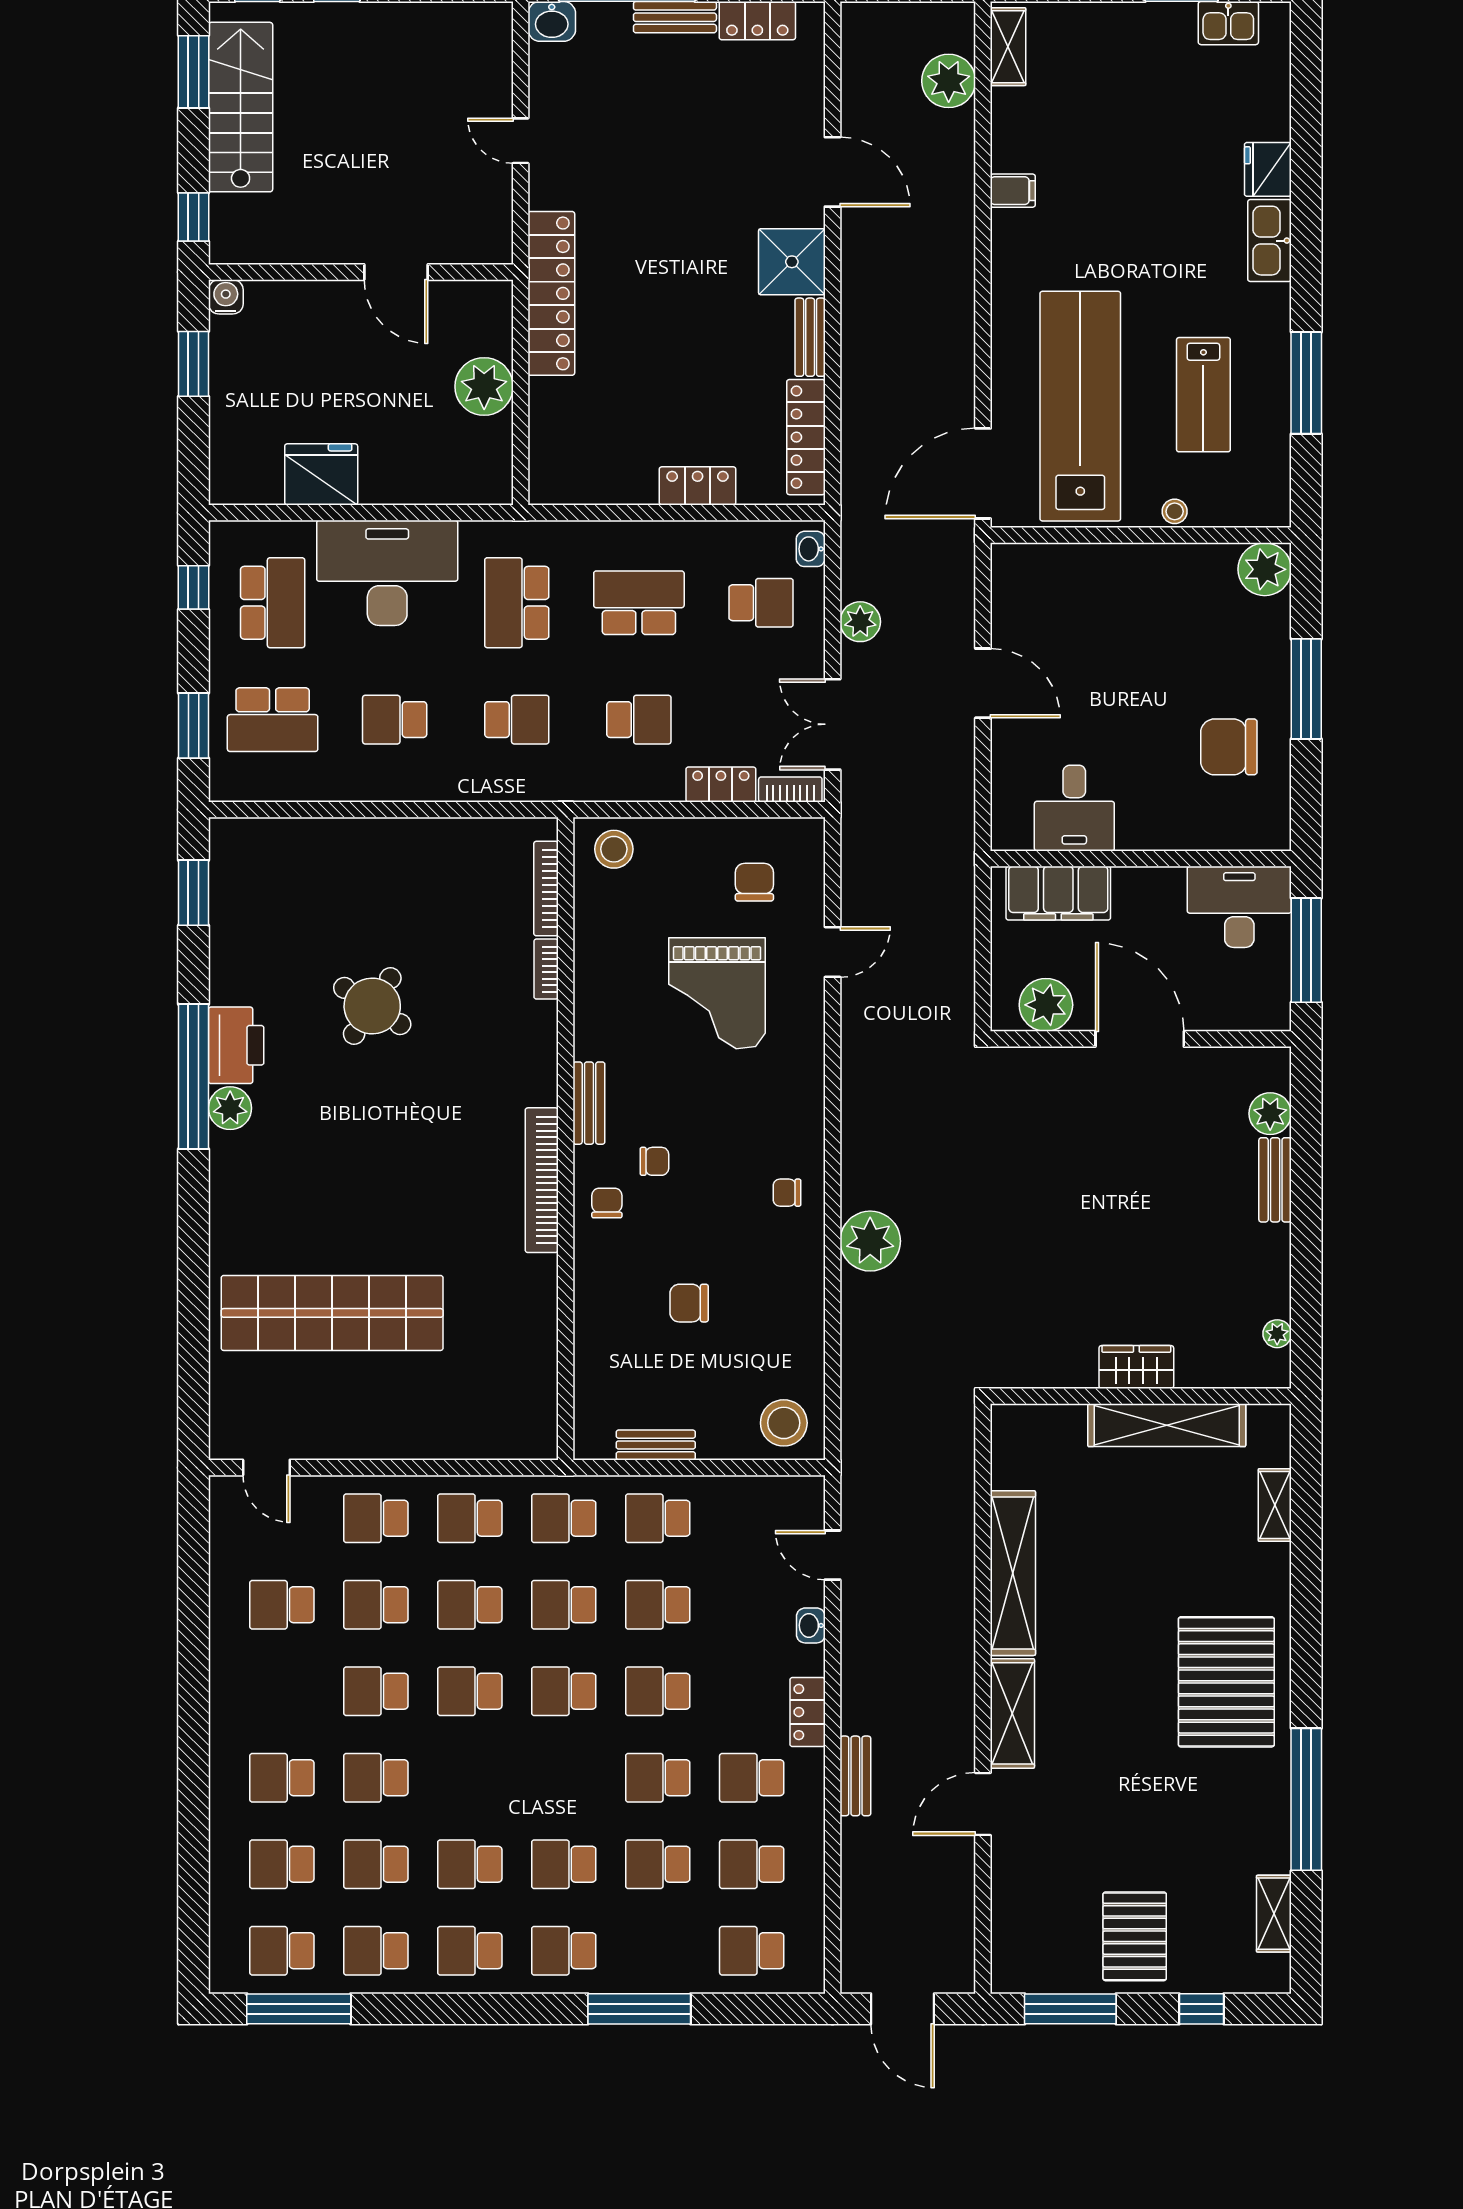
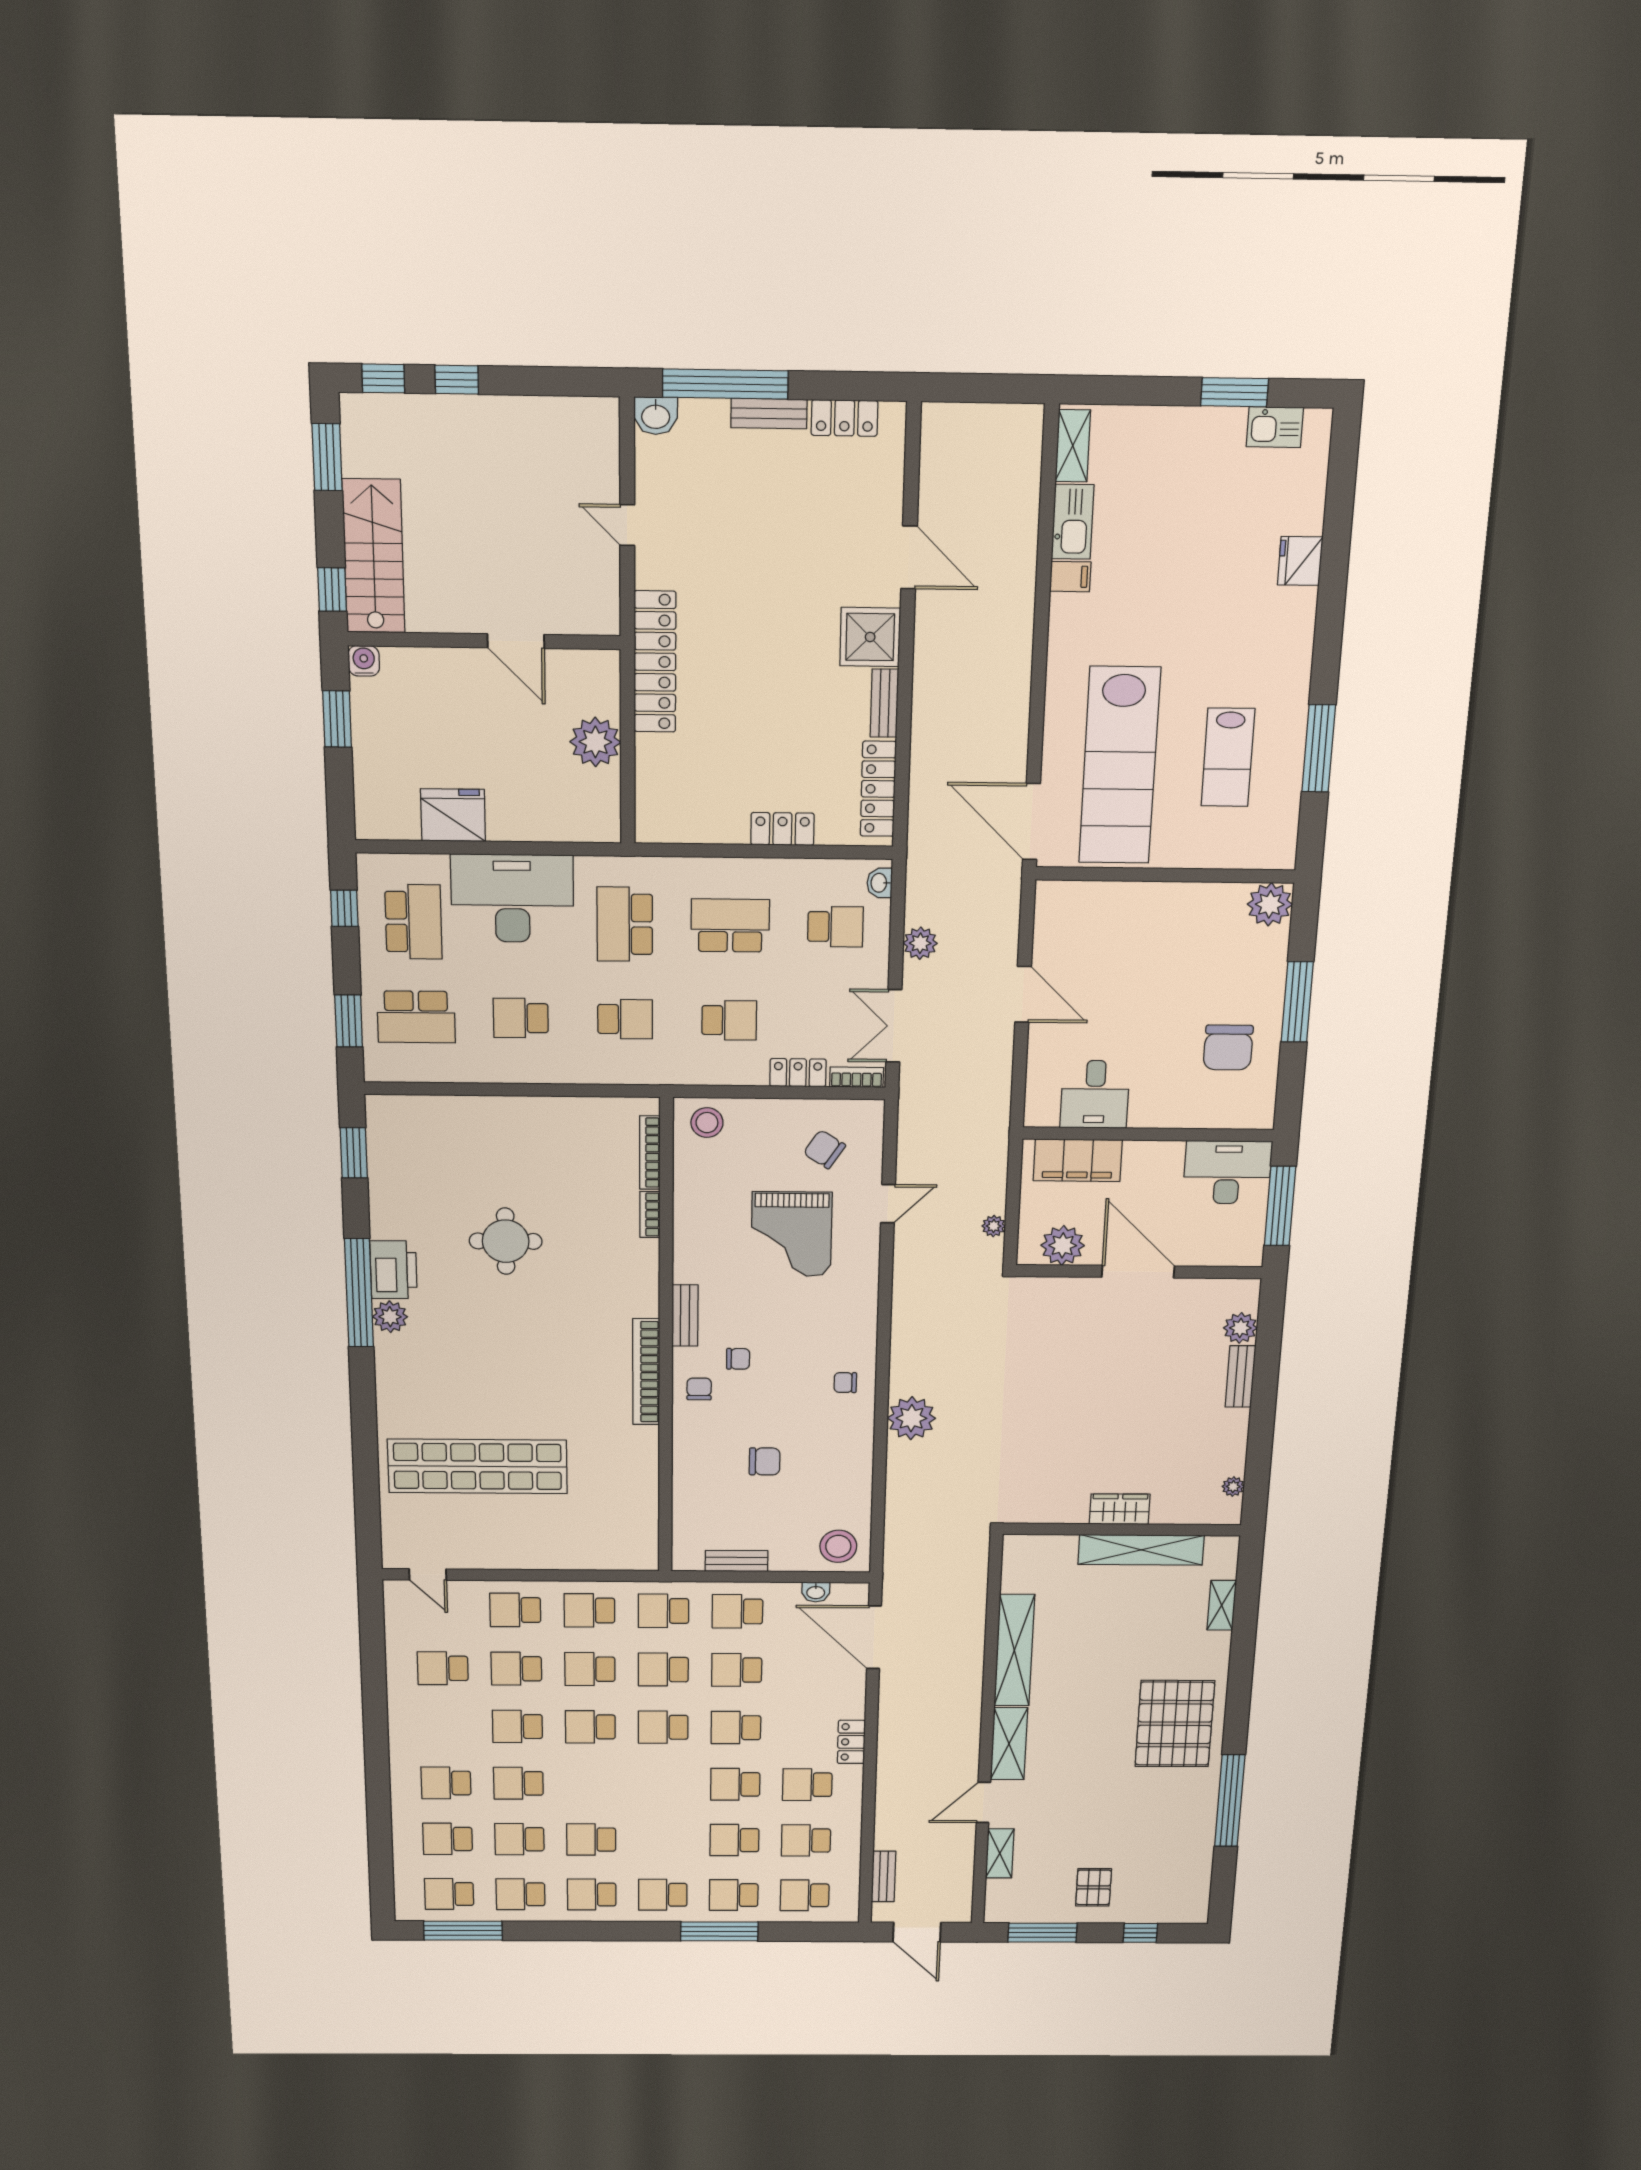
plant: (949, 81) -> (994, 1226), moved, width x0.53, depth x0.53
stairs: (241, 107) -> (374, 556), moved
kitchen sink: (1270, 241) -> (1073, 522), moved, turned 180
lab bench: (1080, 406) -> (1120, 766), turned 180
door: (983, 473) -> (1032, 822), hinge flipped
stool: (1175, 511) -> (1196, 855), removed
chair: (1229, 747) -> (1228, 1047), turned -90
chair: (754, 882) -> (824, 1149), turned -57
round table: (372, 1006) -> (506, 1241), turned -33
chair: (689, 1303) -> (765, 1461), turned 180
door: (833, 1555) -> (874, 1637), width x1.87
washbasin: (811, 1625) -> (816, 1592), moved, turned -90
bench: (855, 1776) -> (883, 1877), moved
school desk: (564, 1864) -> (734, 1895), moved
shelving: (1274, 1914) -> (1000, 1853), moved
pallet: (1135, 1936) -> (1094, 1887), width x0.67, depth x0.71

